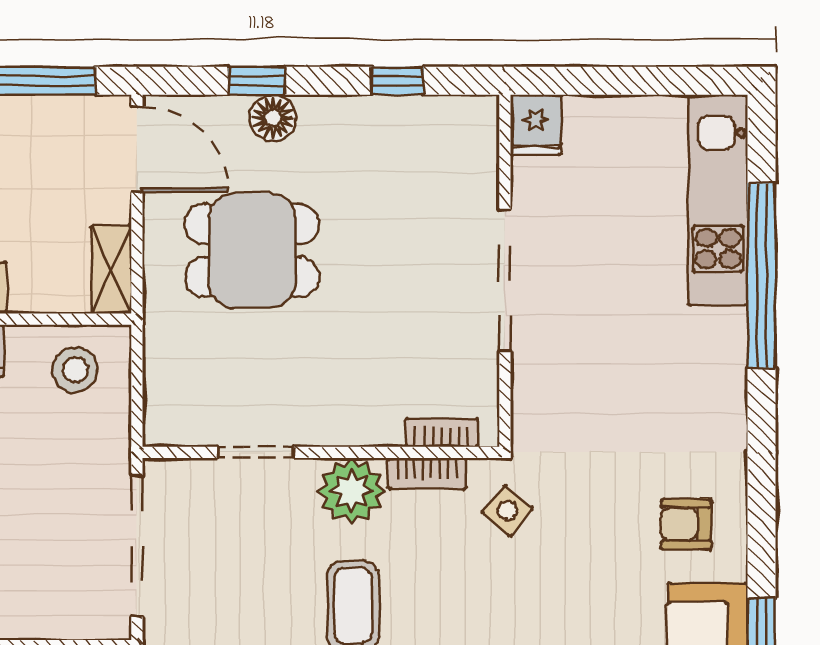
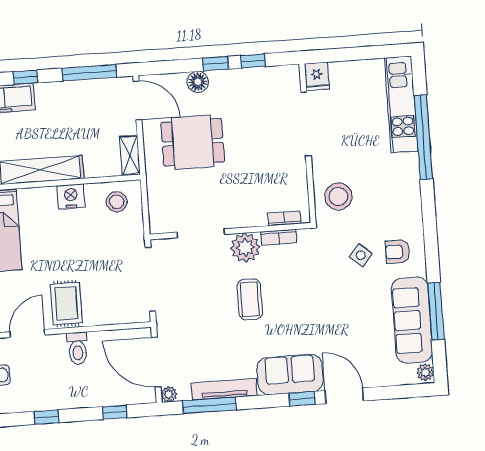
window: (257, 81) -> (216, 64), moved
doorway: (505, 280) -> (306, 124), moved
stool: (565, 393) -> (338, 196), added
doorway: (255, 452) -> (201, 233), width x1.38
side table: (507, 511) -> (361, 255), moved

